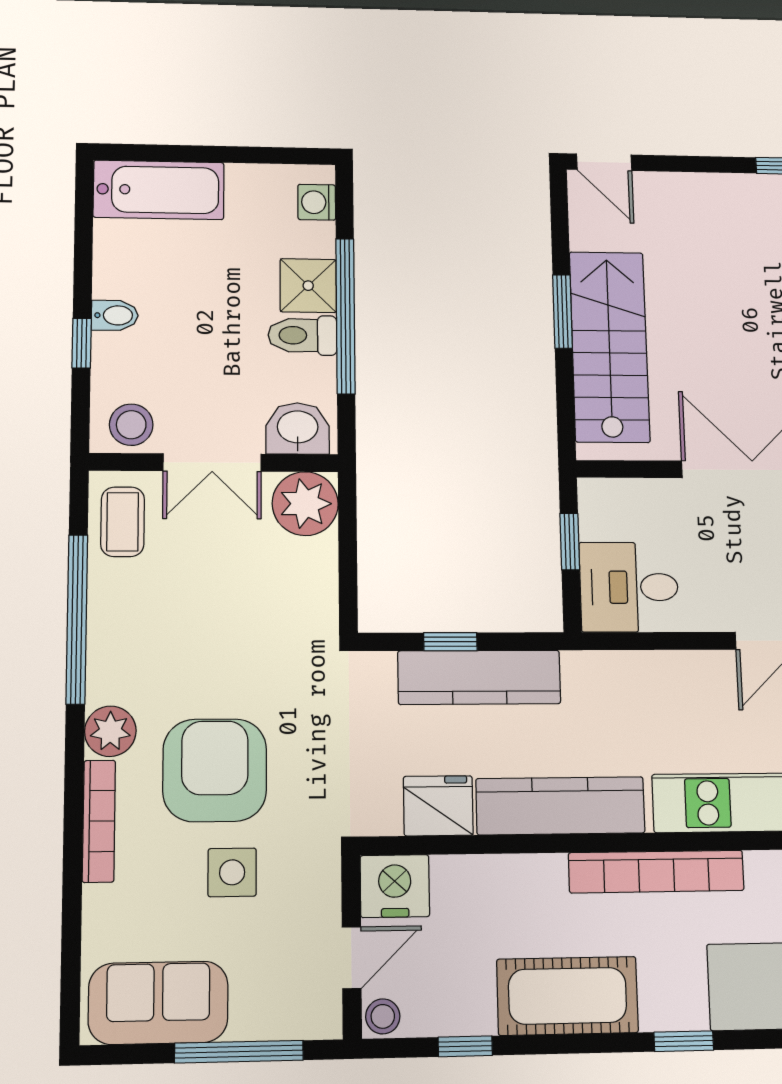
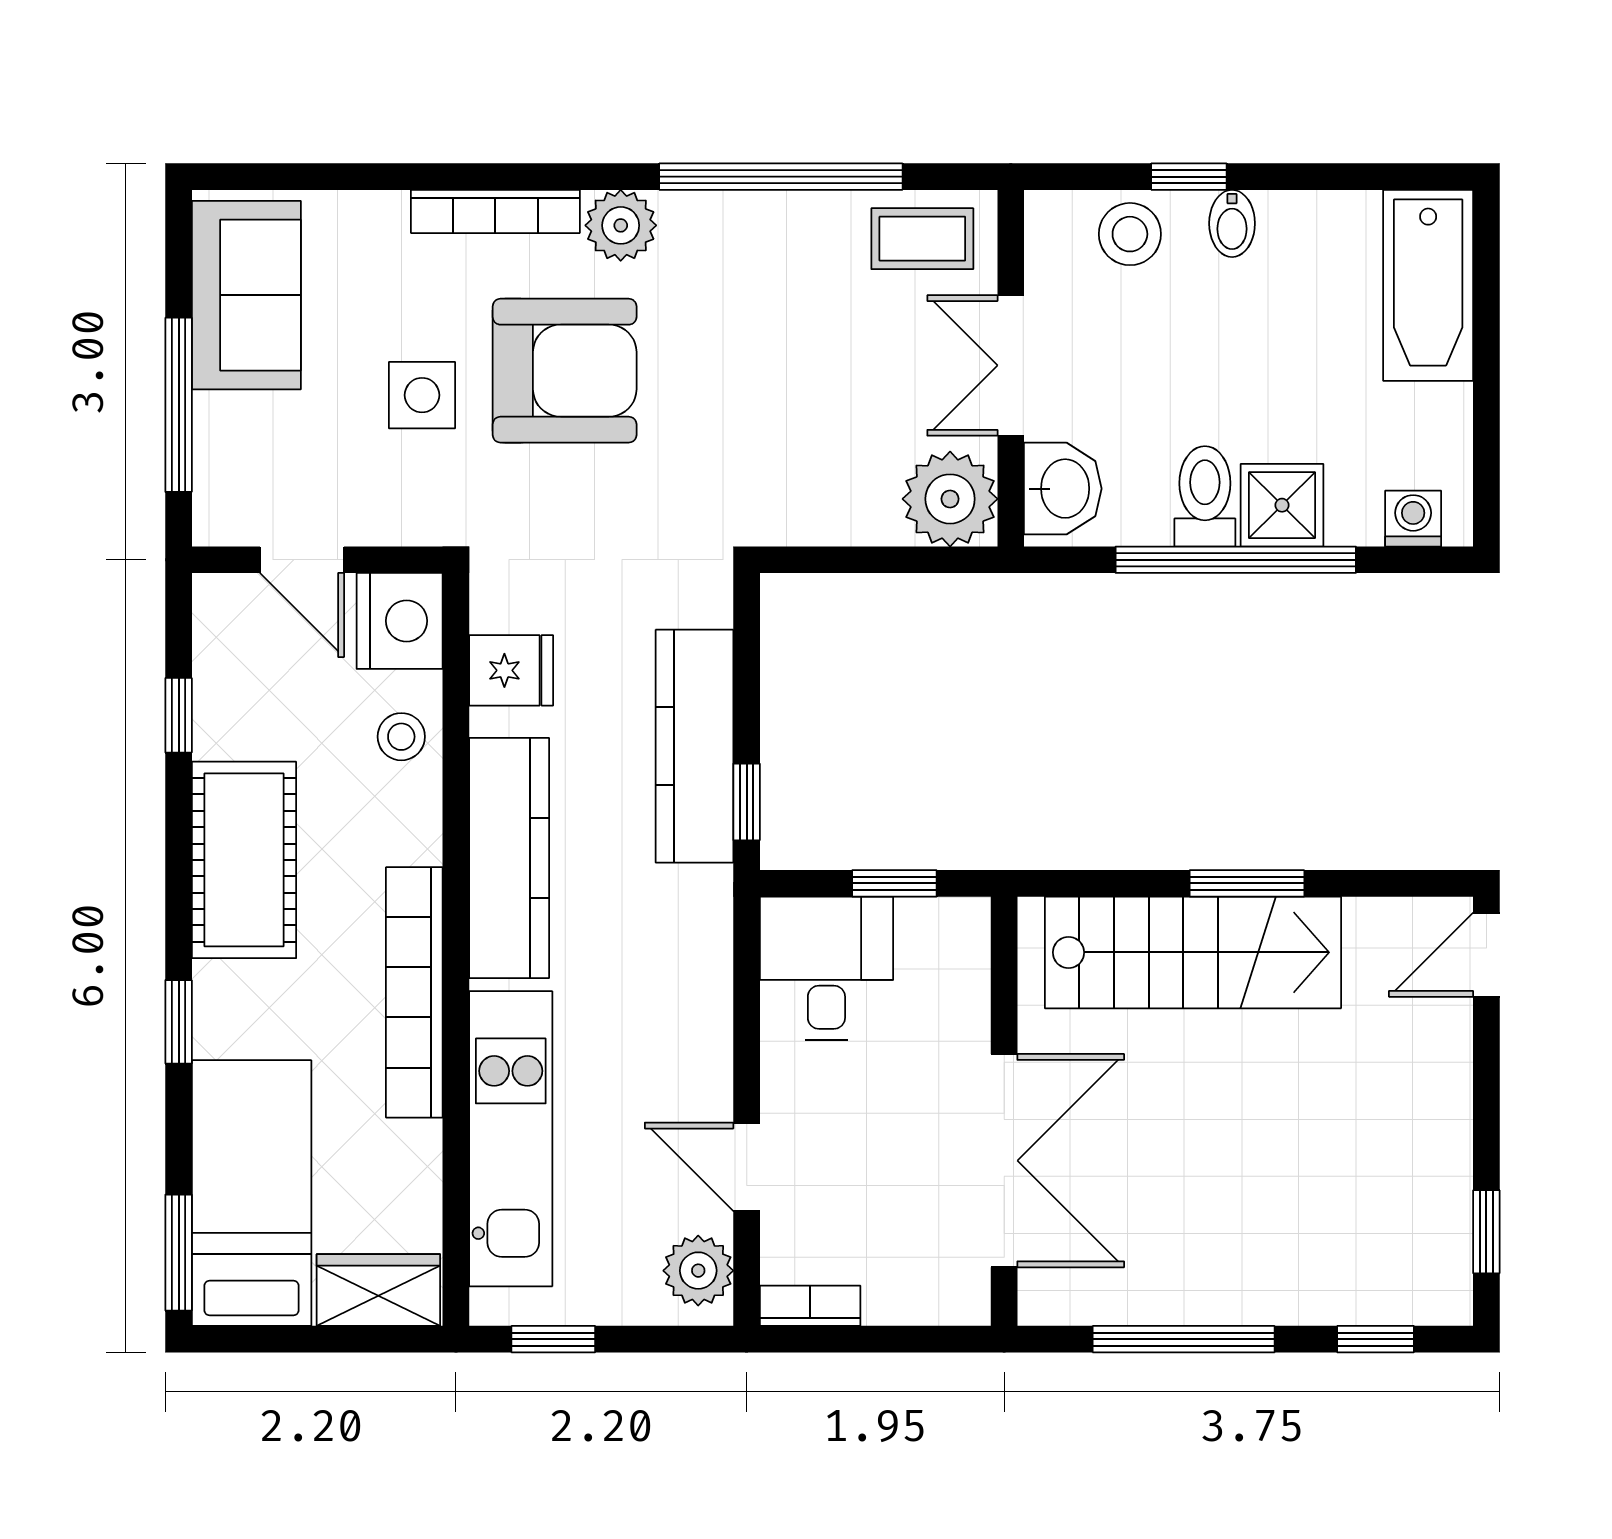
stool: (131, 425) -> (1130, 234), moved
window: (450, 642) -> (747, 802), moved
fridge: (438, 806) -> (511, 670), width x0.72
stool: (383, 1016) -> (401, 737), moved

